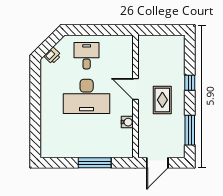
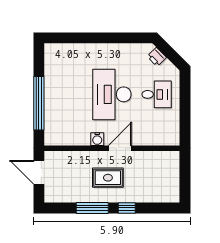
water cooler: (127, 122) -> (97, 139), moved
window: (190, 130) -> (92, 208), moved
window: (95, 163) -> (39, 103), width x1.46

